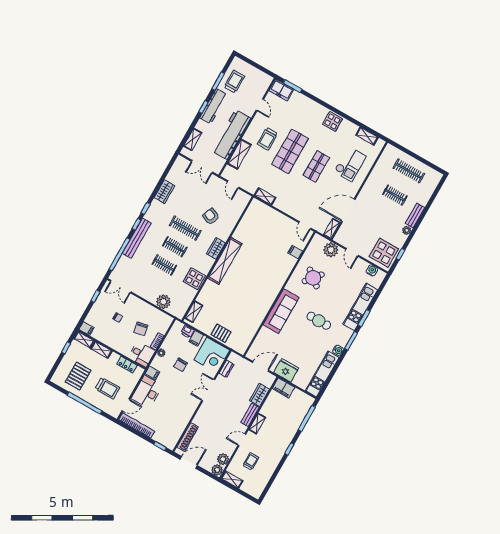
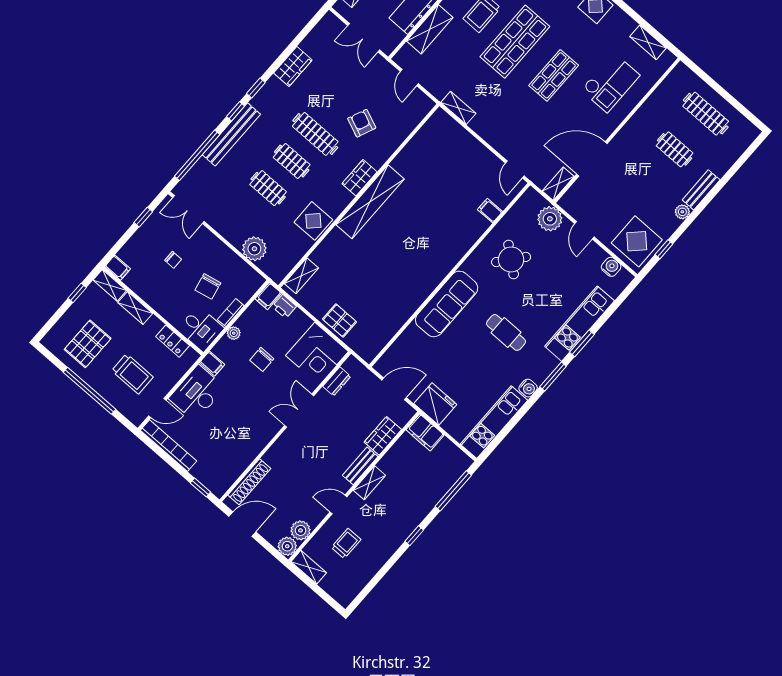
filing cabinet: (196, 338) -> (268, 296), moved

